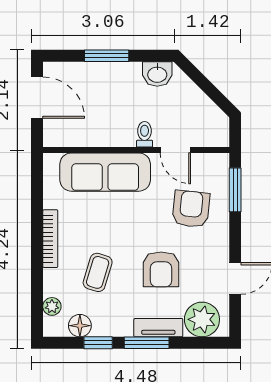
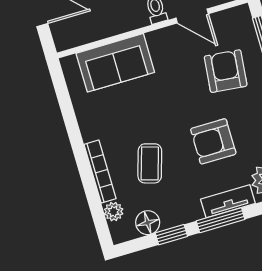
sofa: (105, 172) -> (115, 63), width x0.73
bookcase: (50, 239) -> (100, 172), moved
armchair: (161, 269) -> (213, 141), turned 90

